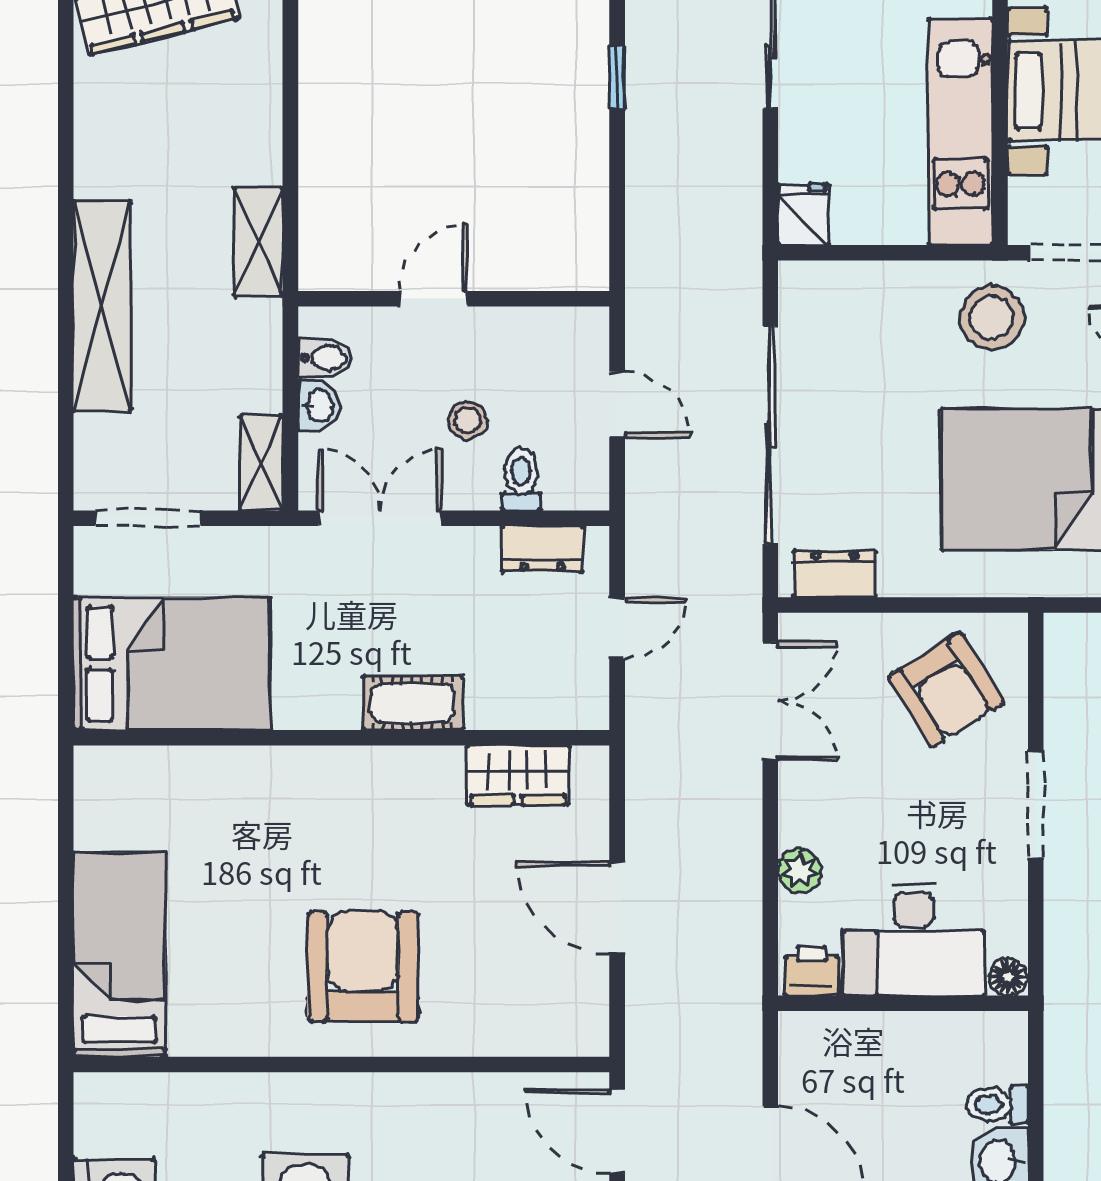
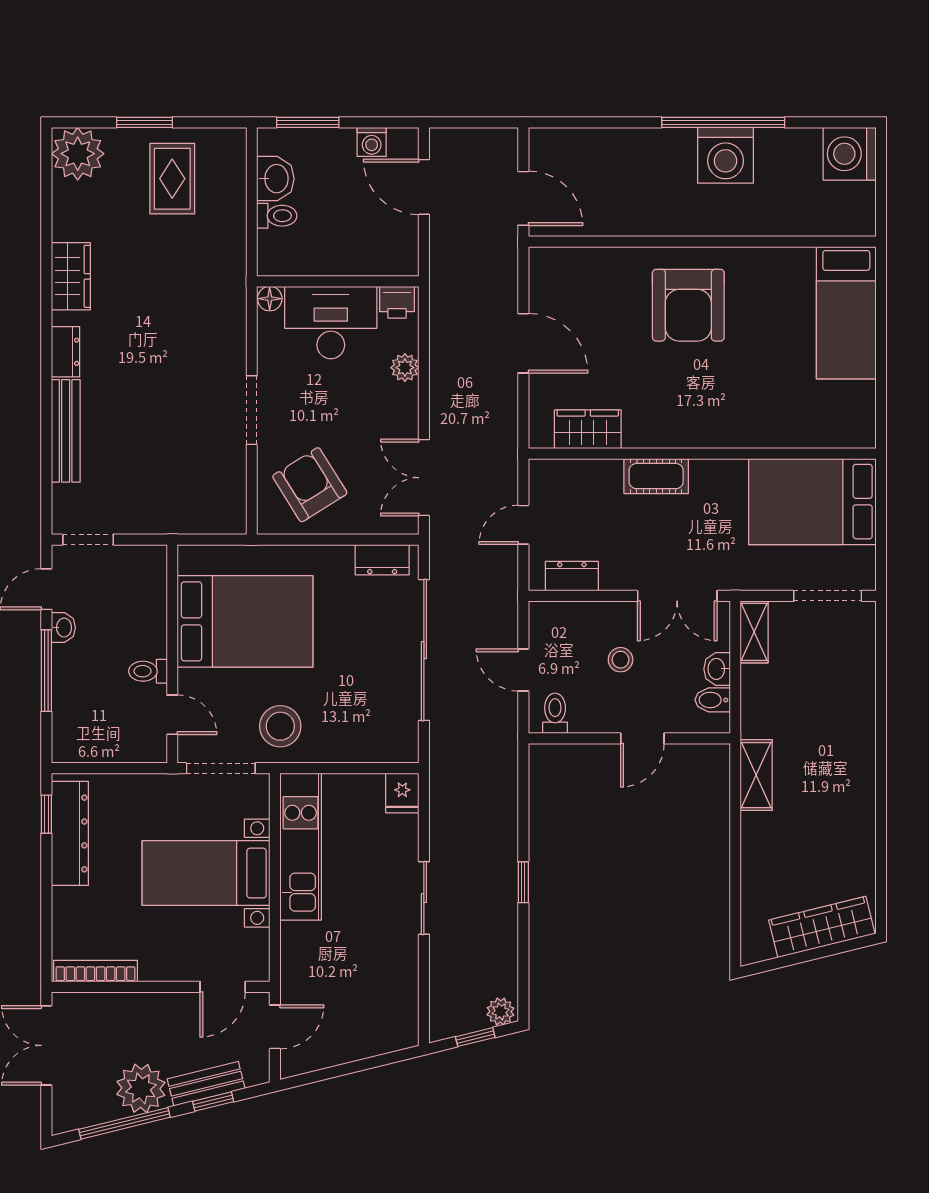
shelving: (102, 306) -> (857, 734), removed
toilet: (521, 480) -> (555, 713), moved, turned 180

